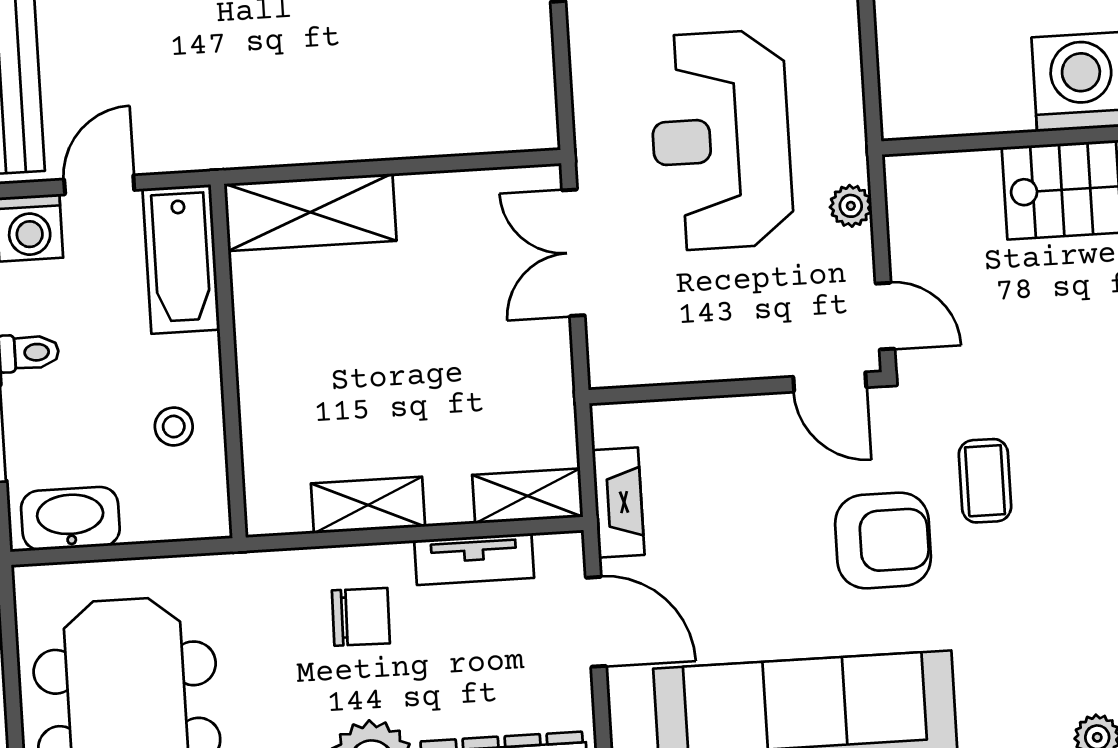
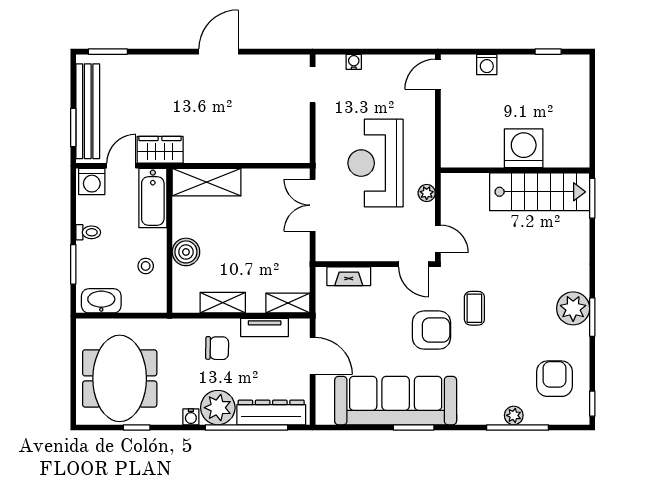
wardrobe: (192, 140) -> (160, 150), added
boiler: (270, 386) -> (186, 252), added
fireplace: (618, 502) -> (349, 276), moved, turned 90

